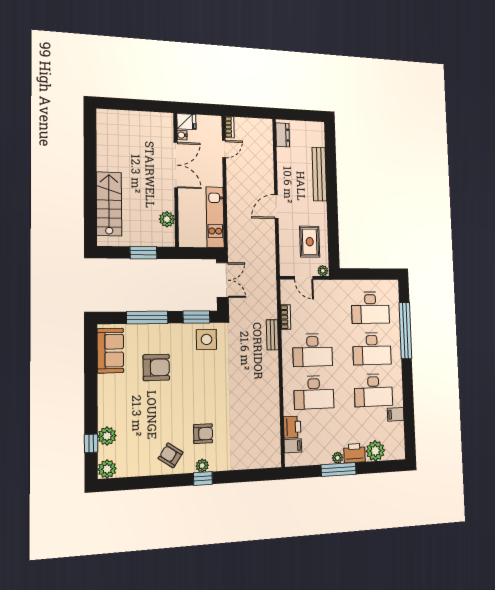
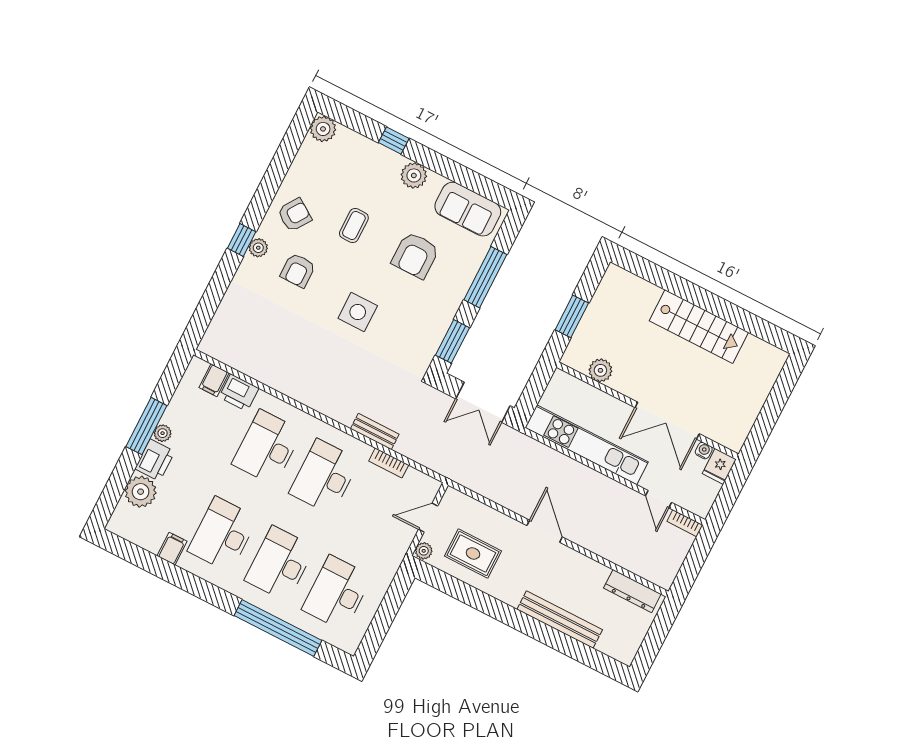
dresser: (283, 135) -> (632, 591), width x1.44
stairs: (109, 204) -> (699, 327), moved
kitchen unit: (215, 217) -> (587, 445), width x1.36
side table: (206, 339) -> (358, 312), moved
coffee table: (158, 415) -> (354, 226), added
plant: (107, 436) -> (414, 175), moved
window: (91, 443) -> (394, 140), moved

